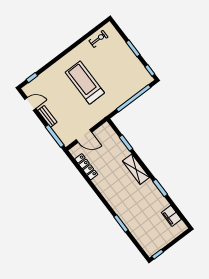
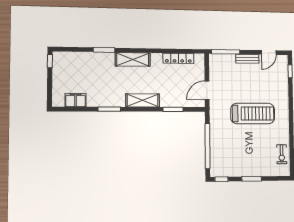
door: (84, 136) -> (207, 90), moved
shelving: (112, 198) -> (133, 59), added

